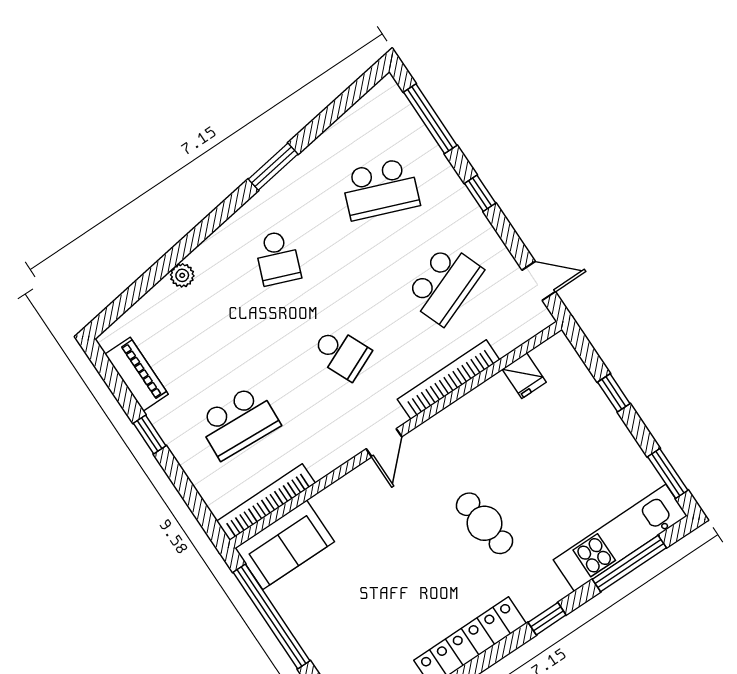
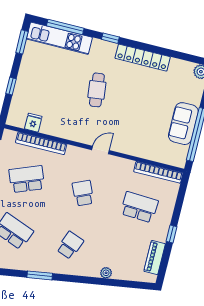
bookcase: (449, 380) -> (41, 143), moved
sofa: (285, 545) -> (183, 124), moved, turned -90

